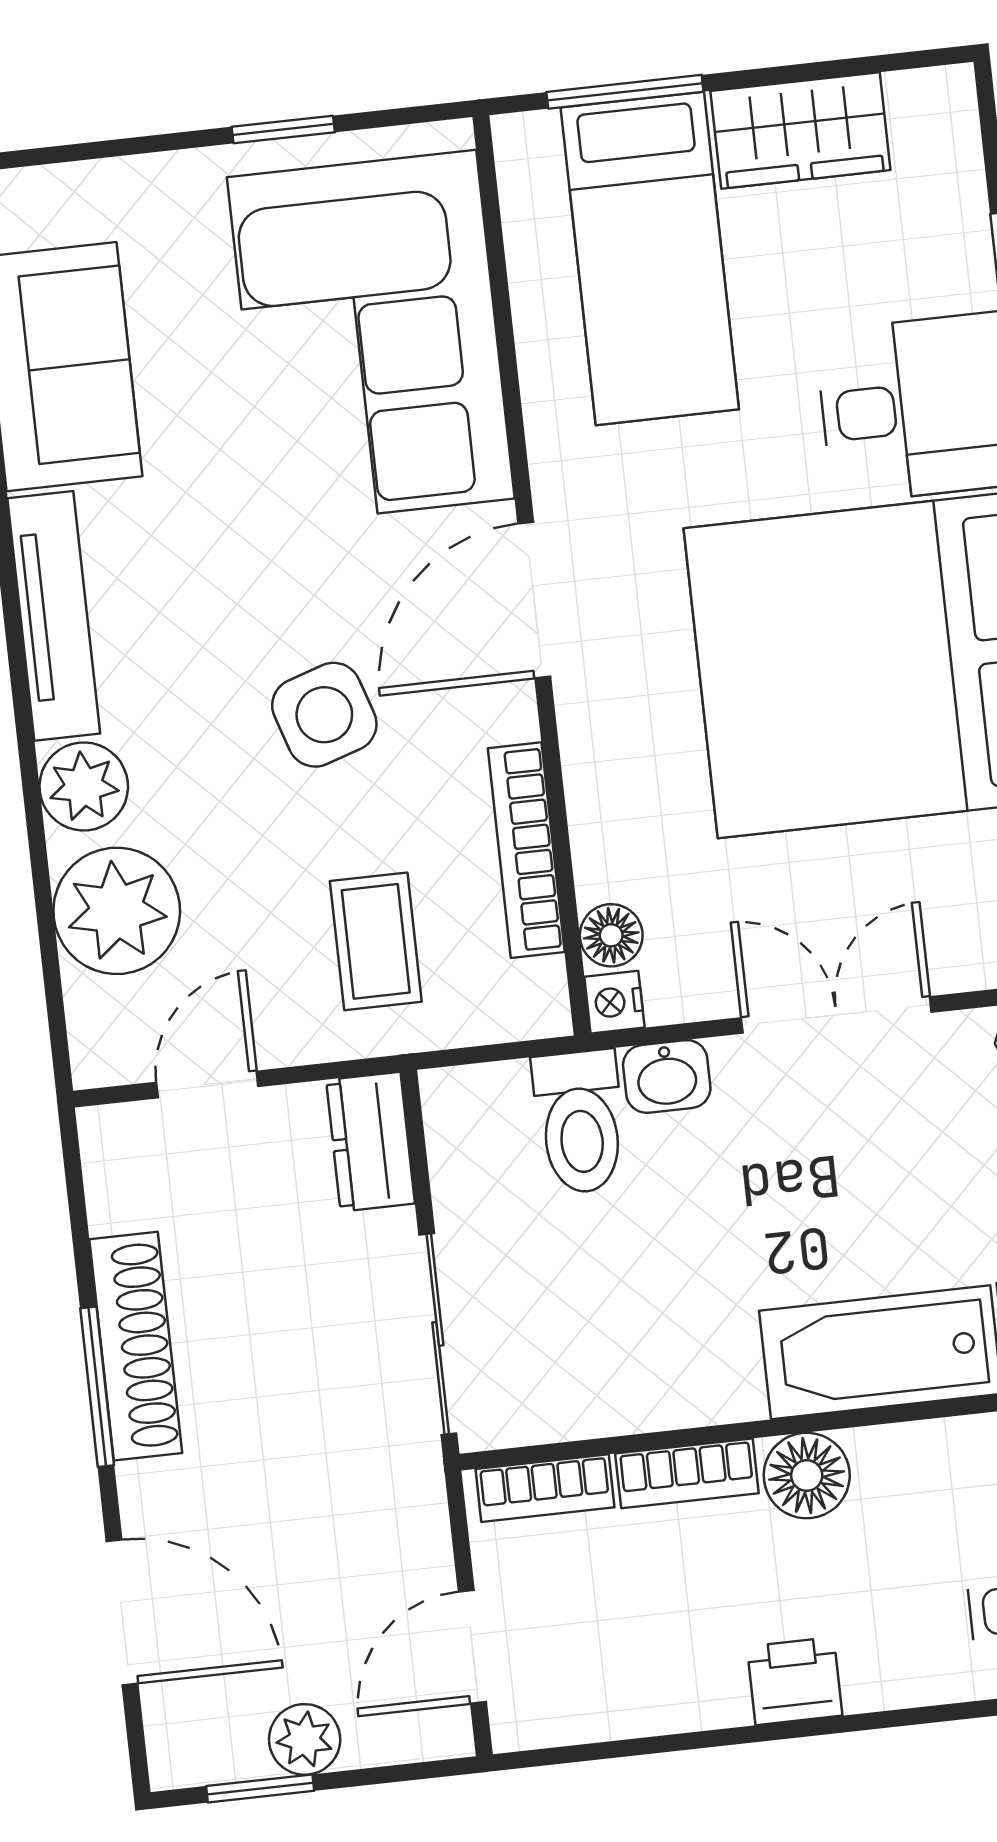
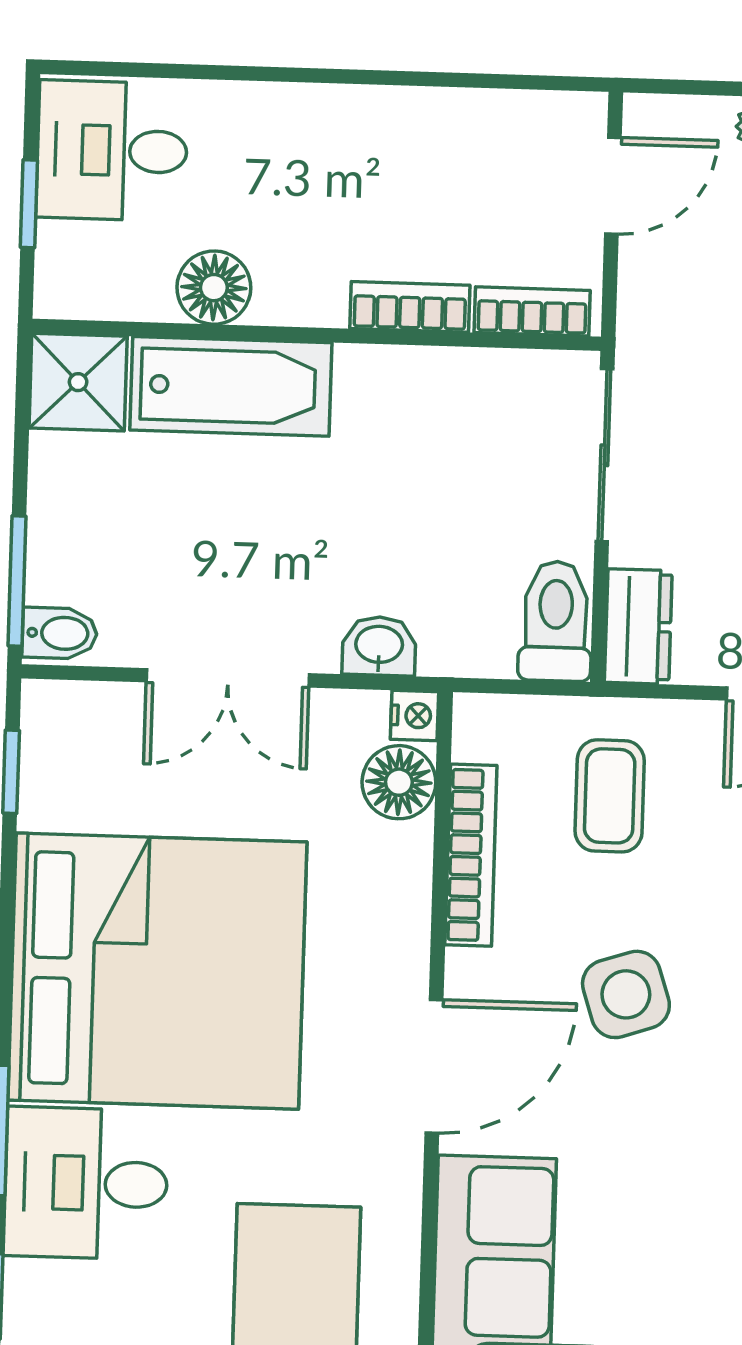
floor lamp: (611, 935) -> (399, 782), width x1.37, depth x1.37
toilet: (580, 1122) -> (556, 621), moved
floor lamp: (807, 1476) -> (214, 288), moved
printer: (795, 1681) -> (343, 118), removed

